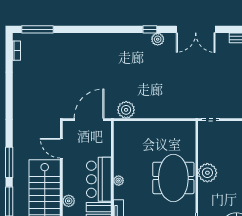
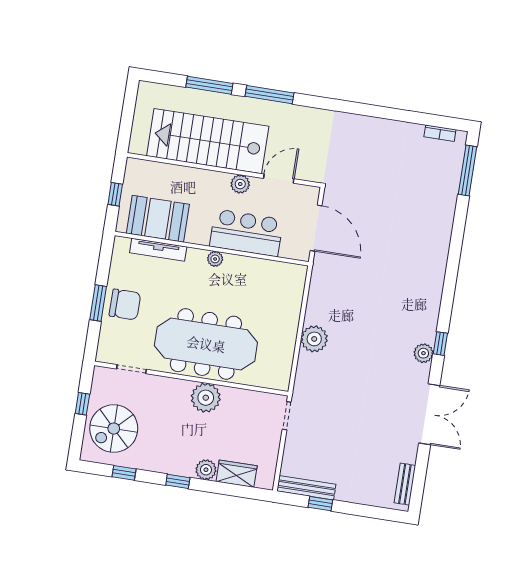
double door: (196, 29) -> (429, 414), swing flipped
plant: (126, 110) -> (314, 339), moved
meeting table: (173, 178) -> (206, 344), width x1.36
bar counter: (99, 179) -> (246, 233), moved
plant: (69, 201) -> (240, 184), moved

